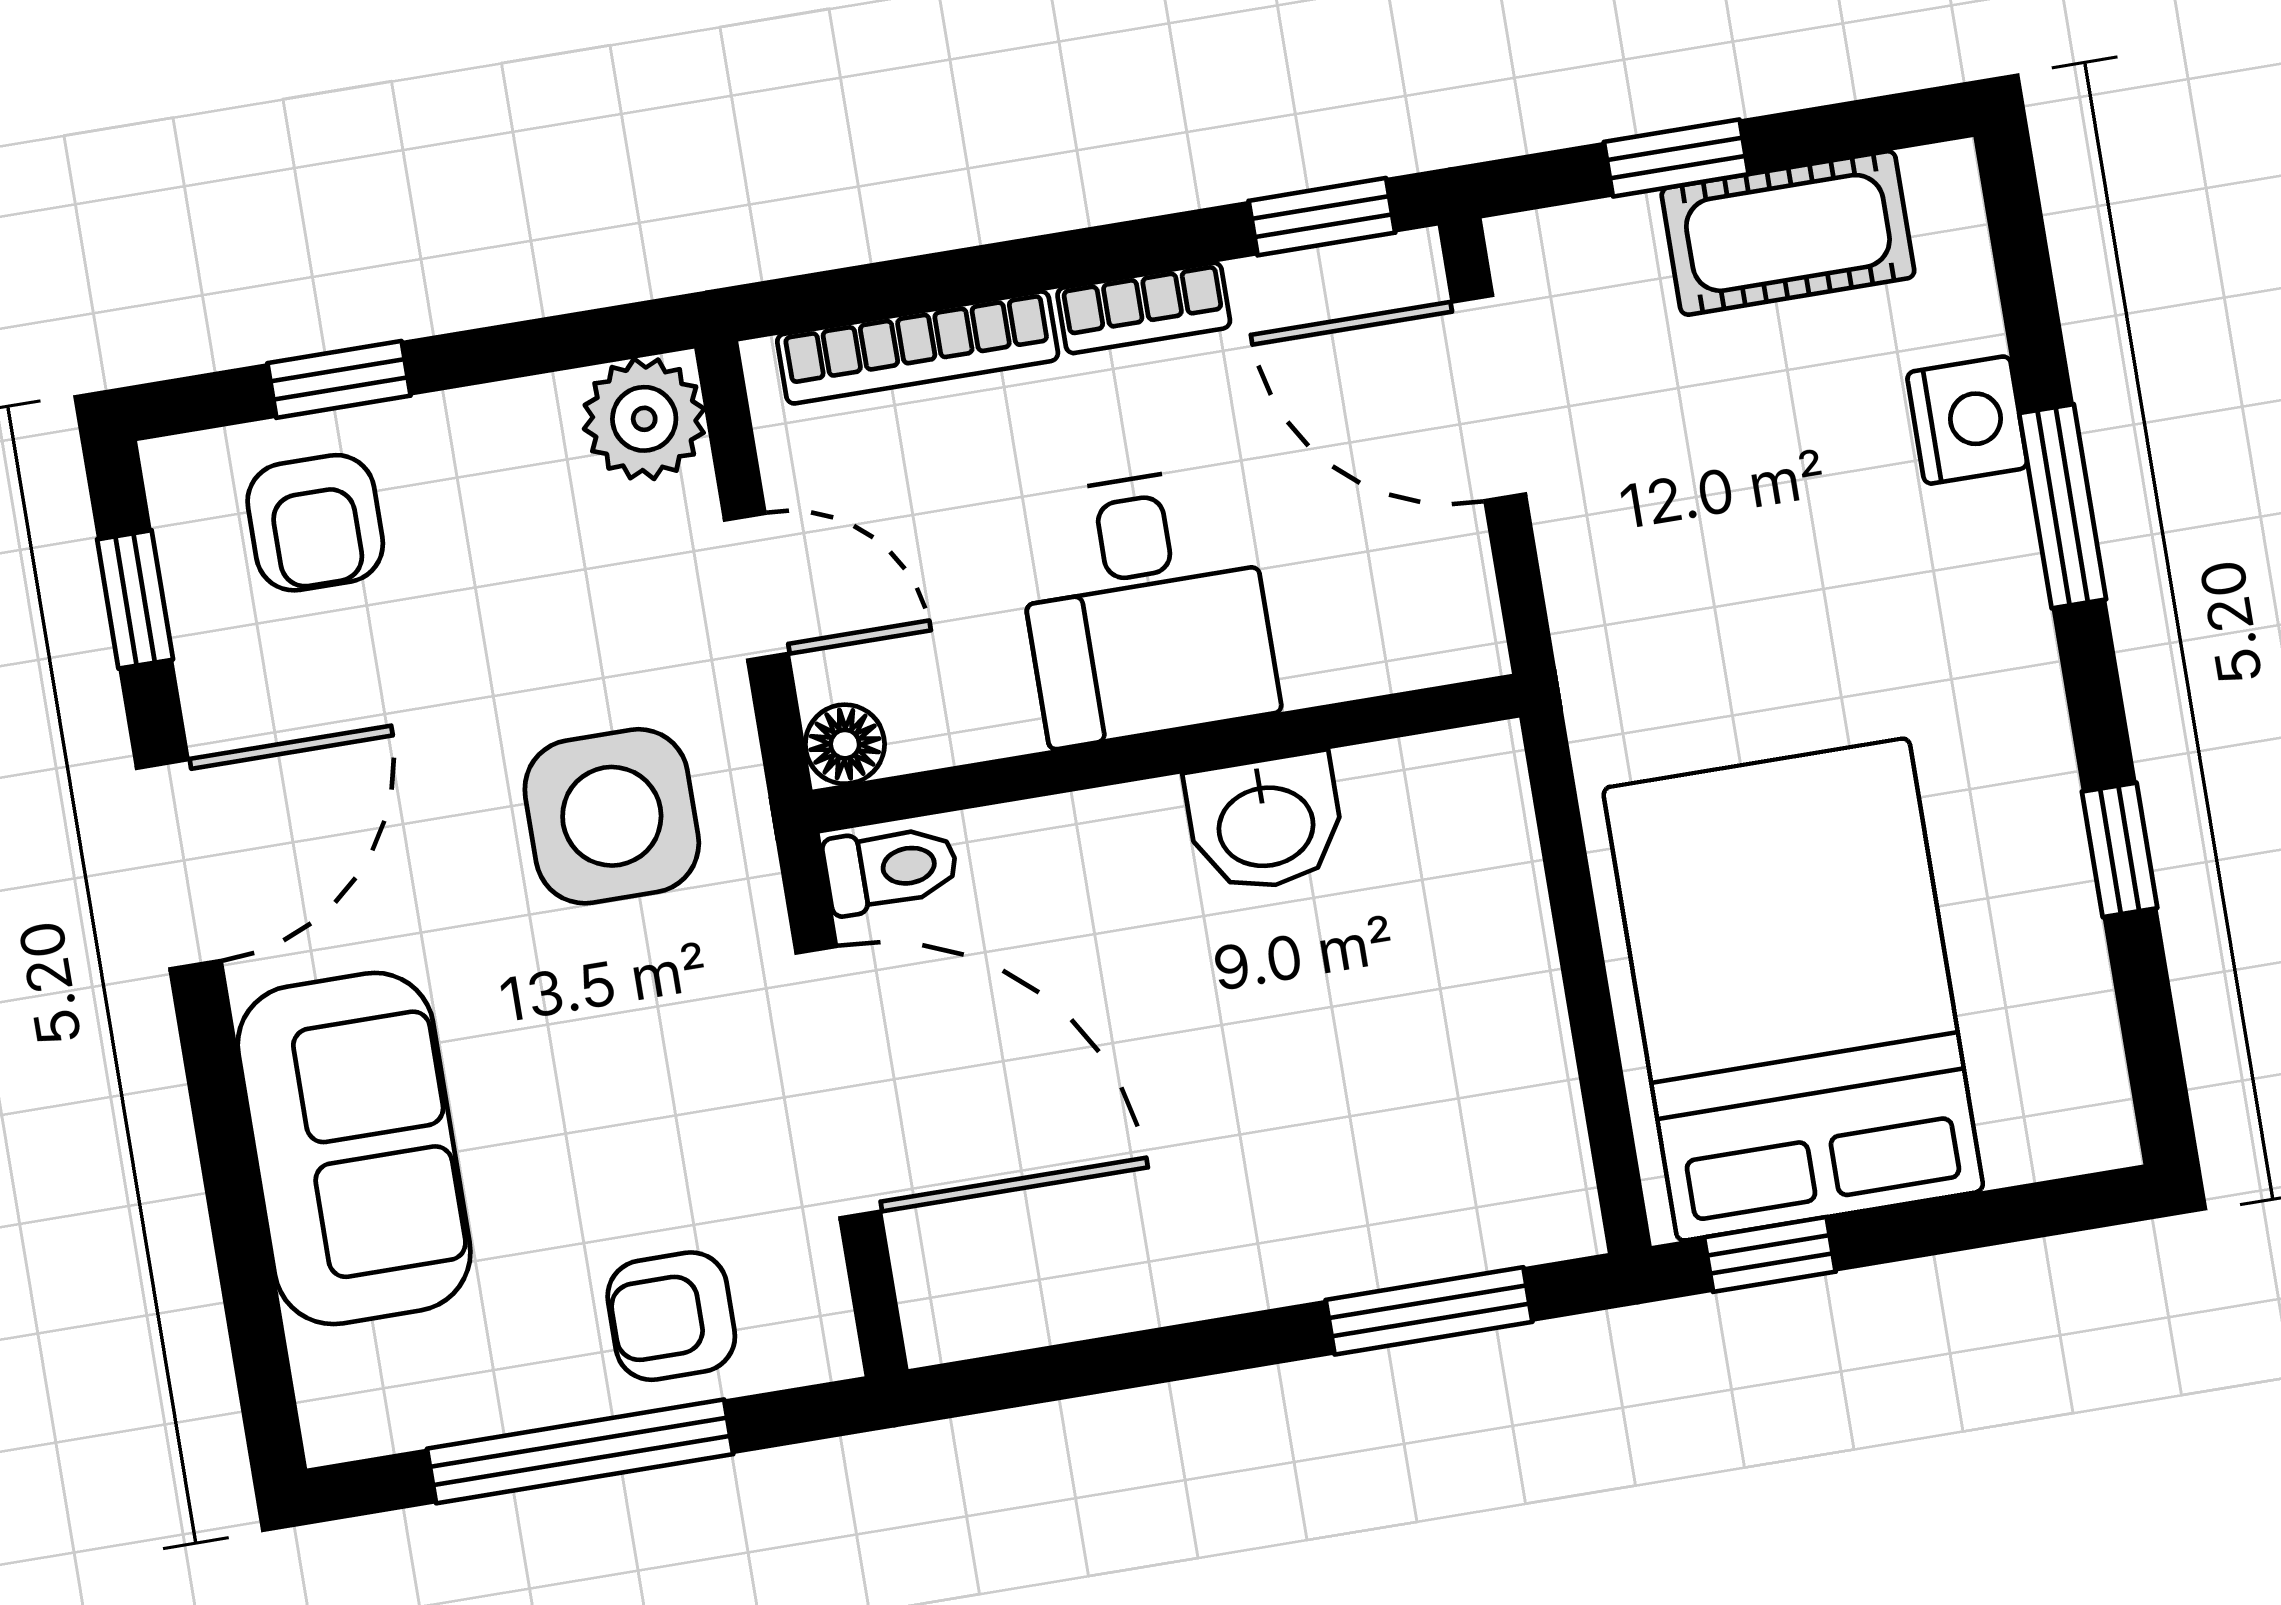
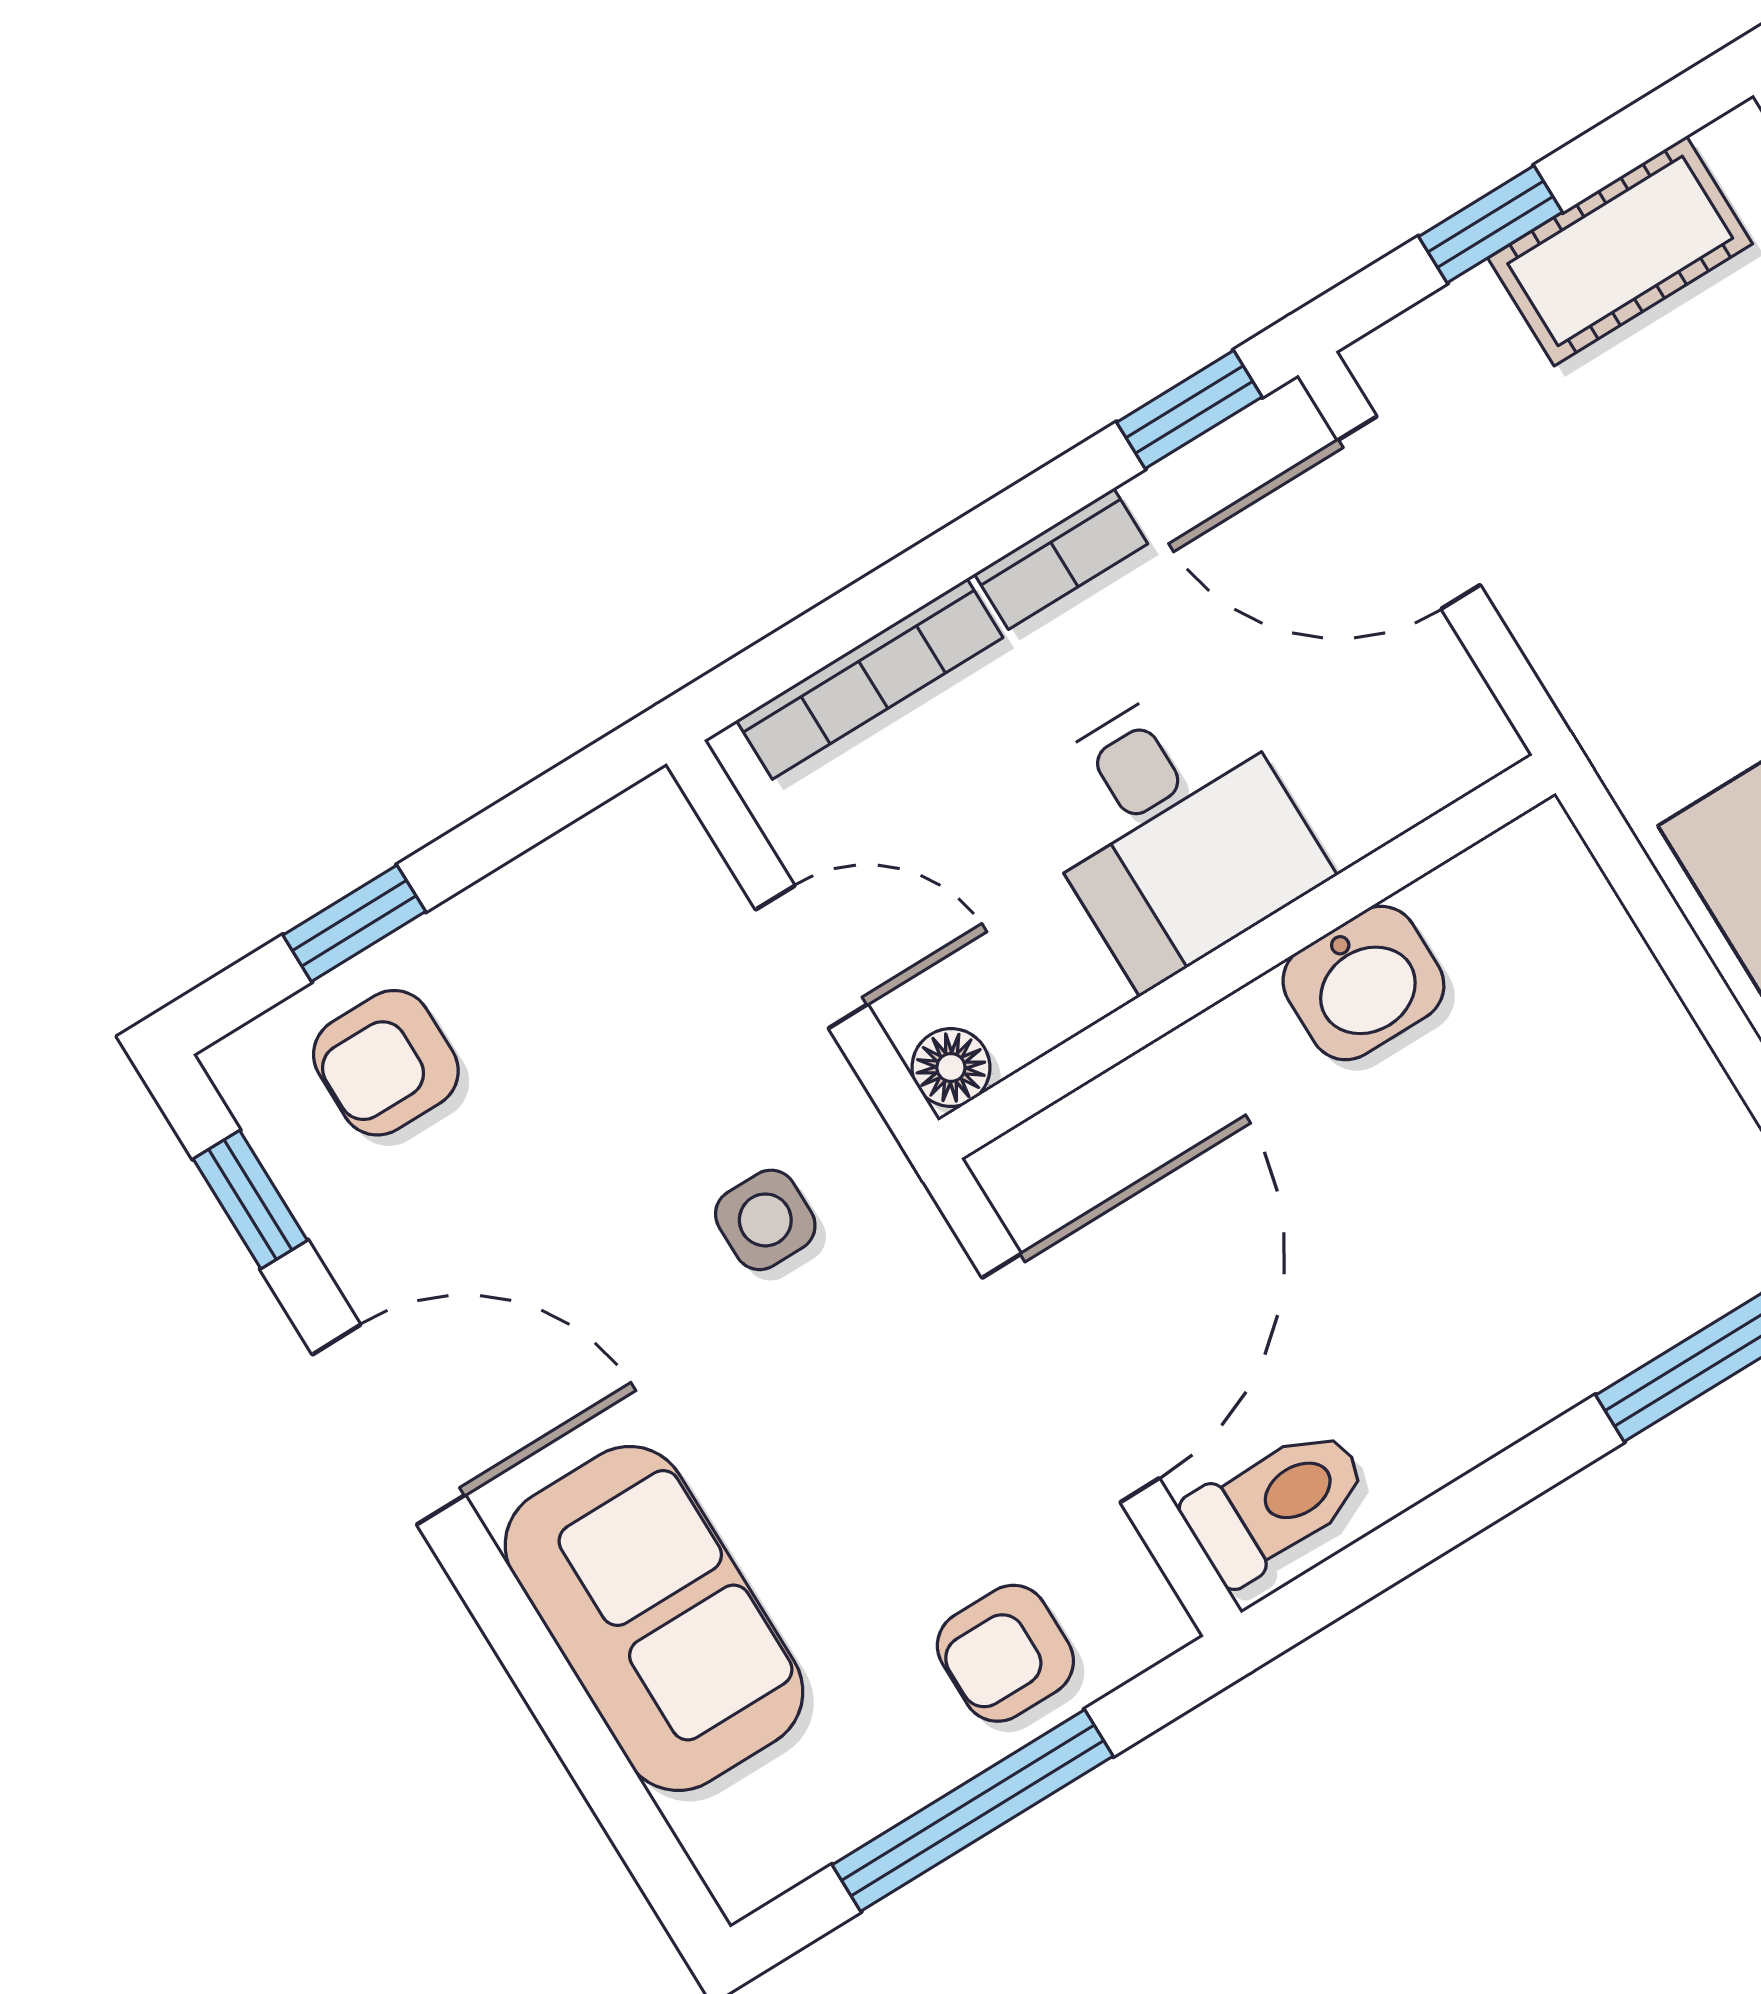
plant: (644, 419) -> (647, 846), removed
armchair: (315, 523) -> (386, 1063), turned 90
side table: (612, 816) -> (765, 1220), width x0.54, depth x0.54
door: (179, 864) -> (389, 1425), hinge flipped
toilet: (891, 869) -> (1277, 1503), moved, width x1.37, depth x1.39
door: (838, 1082) -> (1071, 1378), hinge flipped

